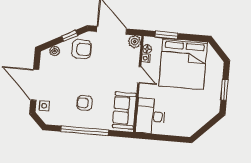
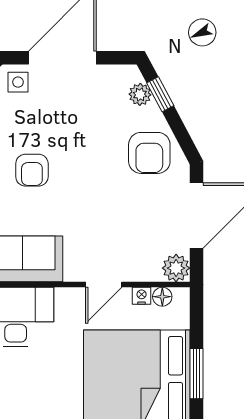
window: (167, 35) -> (196, 374), moved
window: (70, 36) -> (160, 94), moved
armchair: (85, 103) -> (32, 170), turned 180

